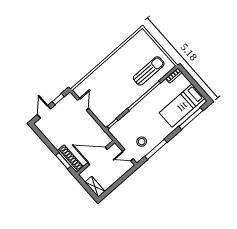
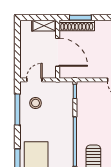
door: (98, 156) -> (58, 52), hinge flipped
shelving: (95, 187) -> (44, 26), moved

